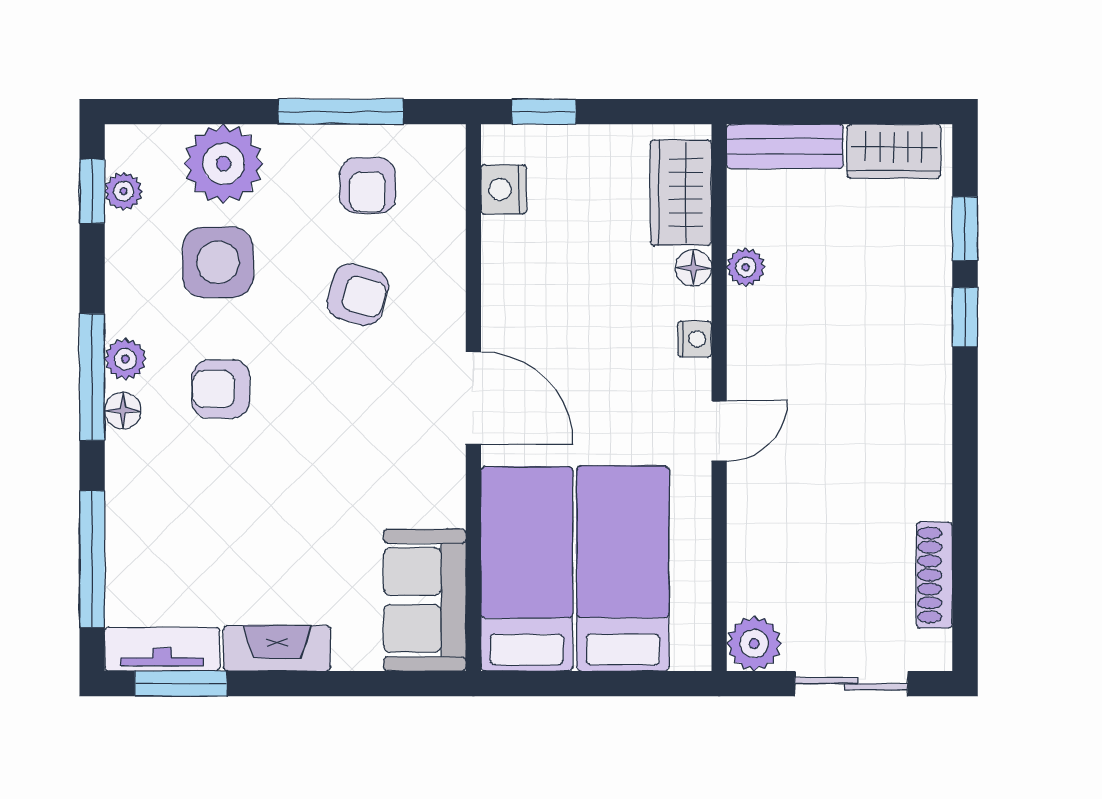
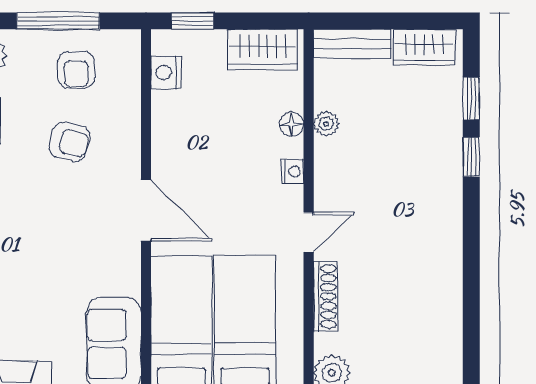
wardrobe: (681, 193) -> (263, 49), moved, turned -90
shoe rack: (934, 575) -> (326, 297), moved, turned 180

